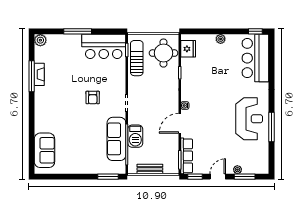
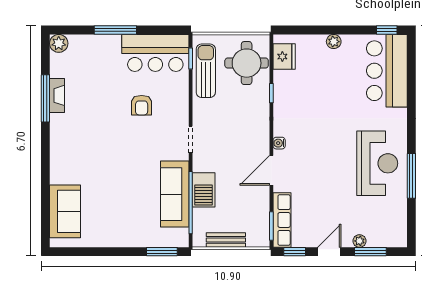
armchair: (93, 97) -> (142, 105), moved

